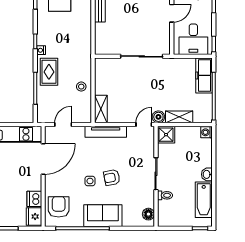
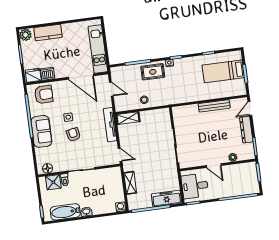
boiler: (158, 117) -> (128, 166), removed
shower: (166, 135) -> (53, 182), moved

